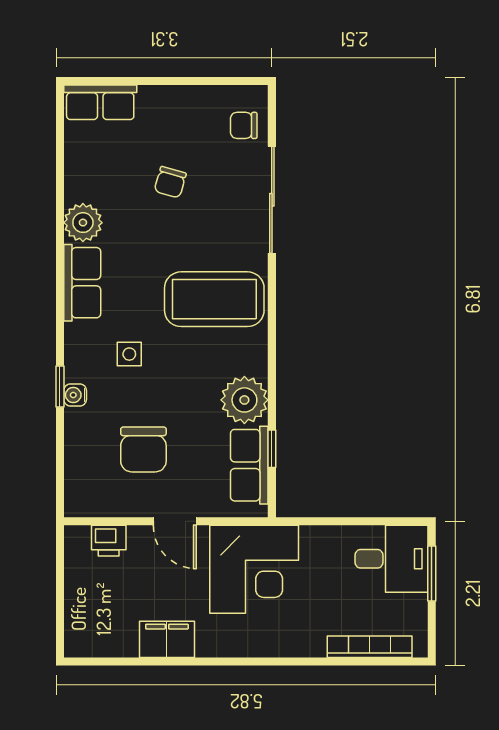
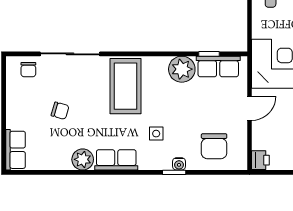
chair: (143, 449) -> (214, 146), moved, turned 90
printer: (109, 541) -> (260, 160), moved

